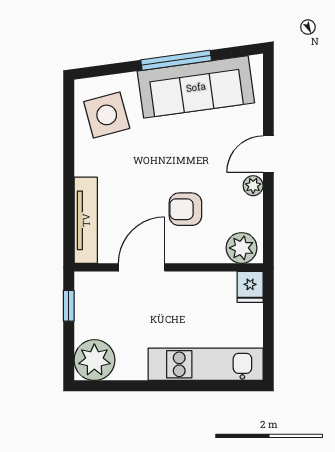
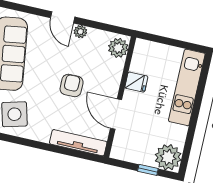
armchair: (185, 209) -> (72, 85), moved, turned 180
fridge: (250, 287) -> (136, 82), moved
window: (69, 306) -> (148, 170), moved

